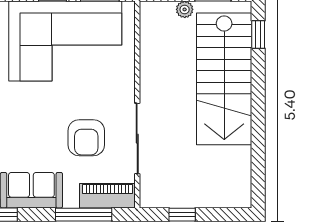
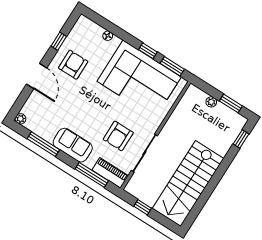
stairs: (224, 79) -> (188, 184), moved

